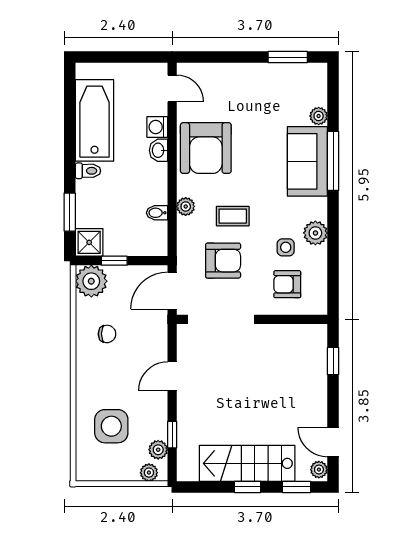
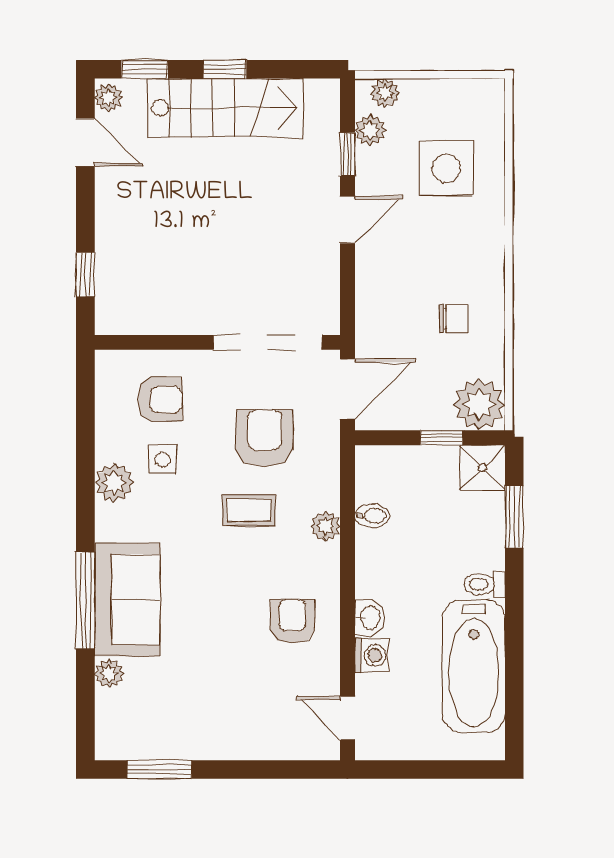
armchair: (206, 148) -> (293, 621), width x0.53, depth x0.53
armchair: (223, 261) -> (265, 438), turned 90
chair: (107, 334) -> (453, 319), turned 180
door: (172, 376) -> (347, 220), moved

